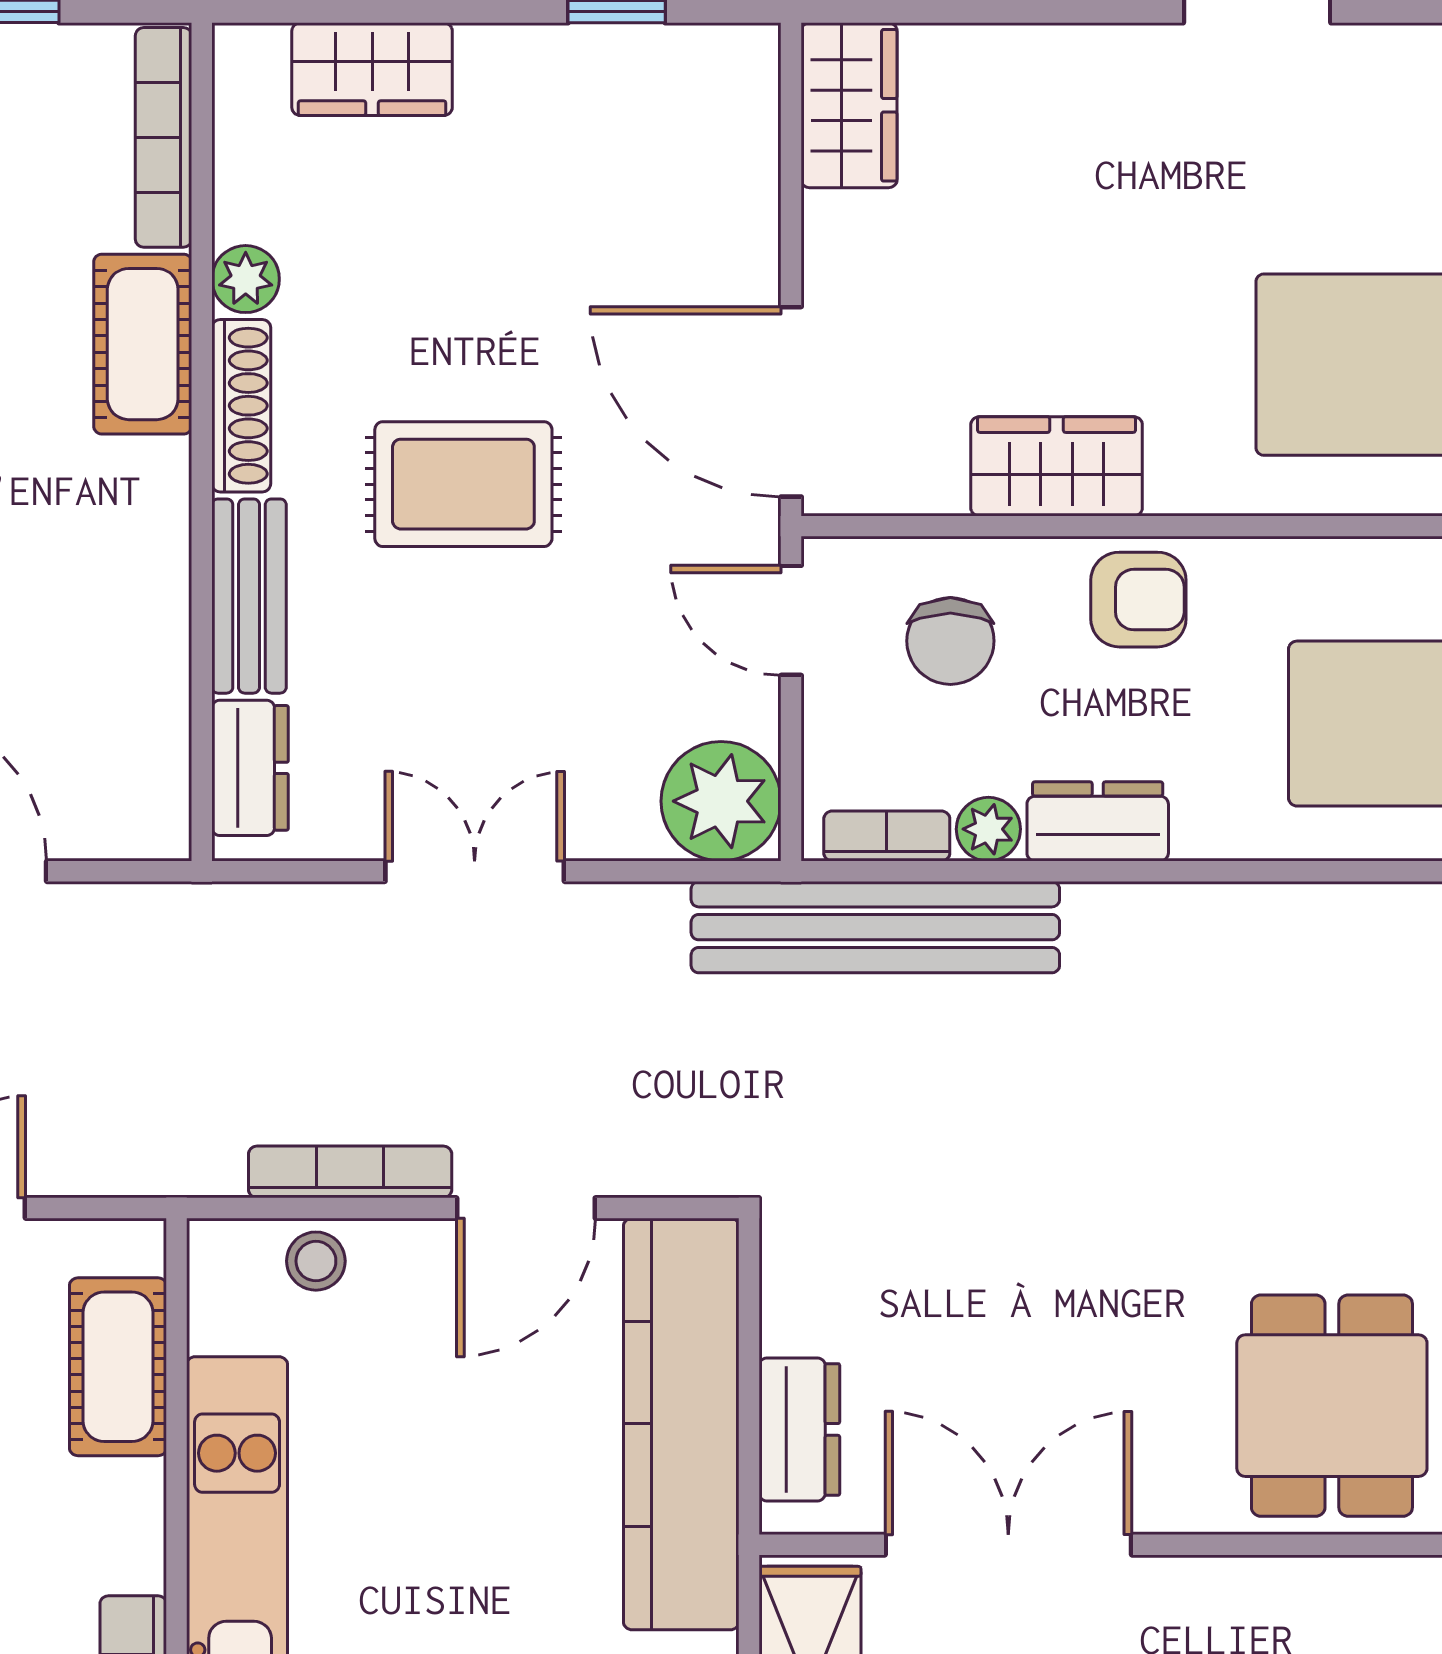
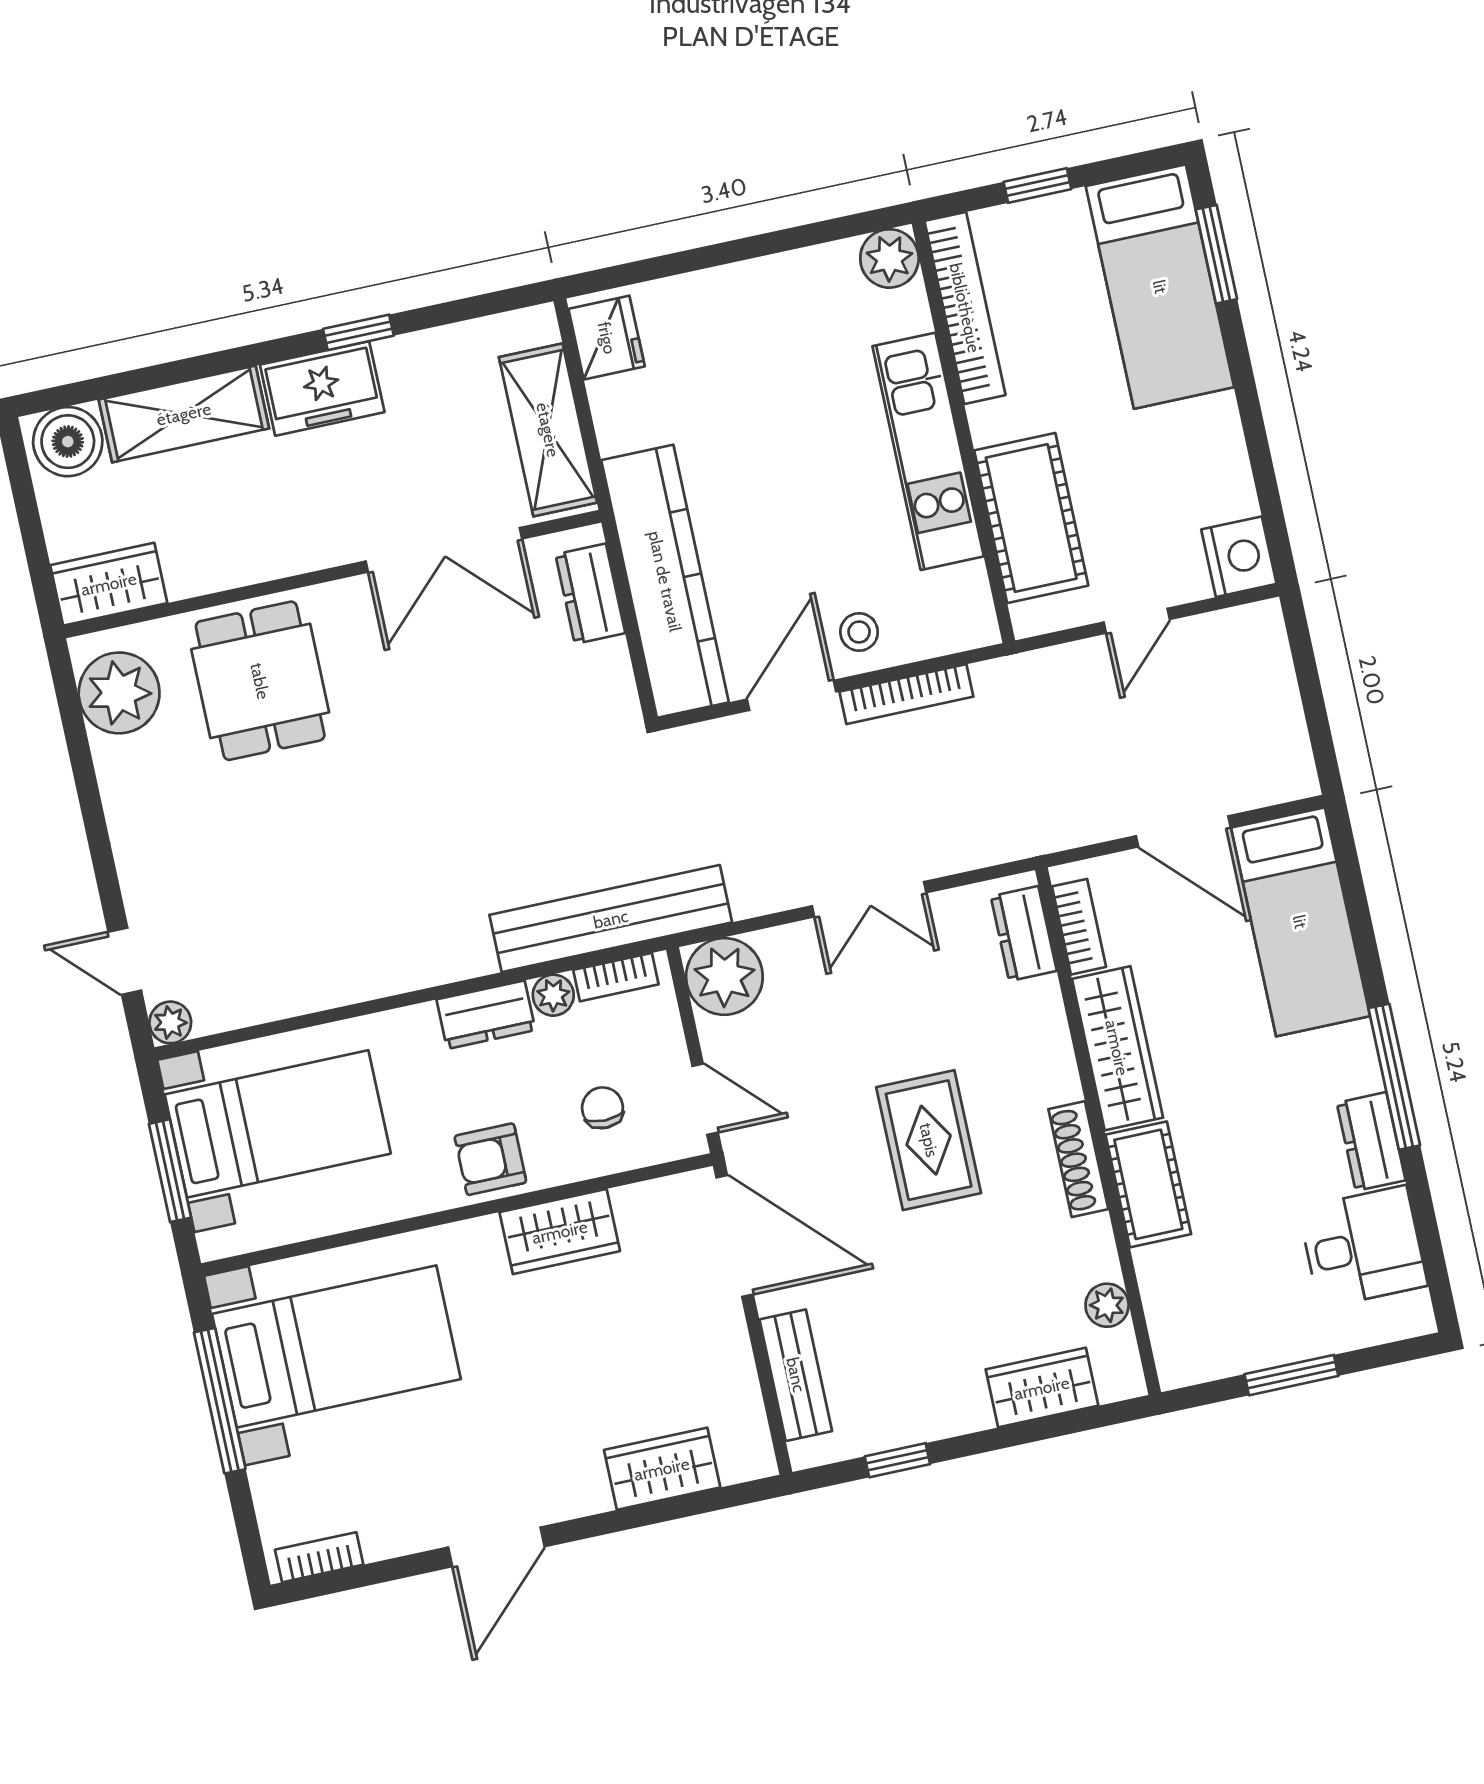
wardrobe: (849, 105) -> (662, 1469), moved, turned 90
bookcase: (164, 137) -> (1079, 927), moved, width x0.64
plant: (246, 279) -> (1107, 1305), moved
rug: (463, 484) -> (929, 1140), turned 90
wardrobe: (145, 562) -> (1117, 1048), added
bench: (249, 596) -> (796, 1375), moved
chair: (950, 641) -> (602, 1108), width x0.73, depth x0.73
stool: (316, 1261) -> (859, 632), moved
cot: (118, 1367) -> (1031, 518), width x1.37, depth x1.34

